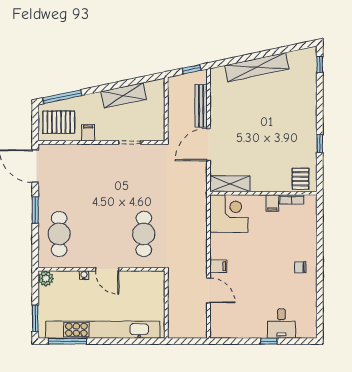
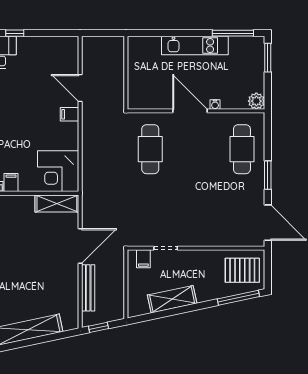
filing cabinet: (88, 133) -> (143, 259), moved
door: (107, 269) -> (190, 111), width x1.36
kitchen unit: (103, 330) -> (195, 46), width x0.54

